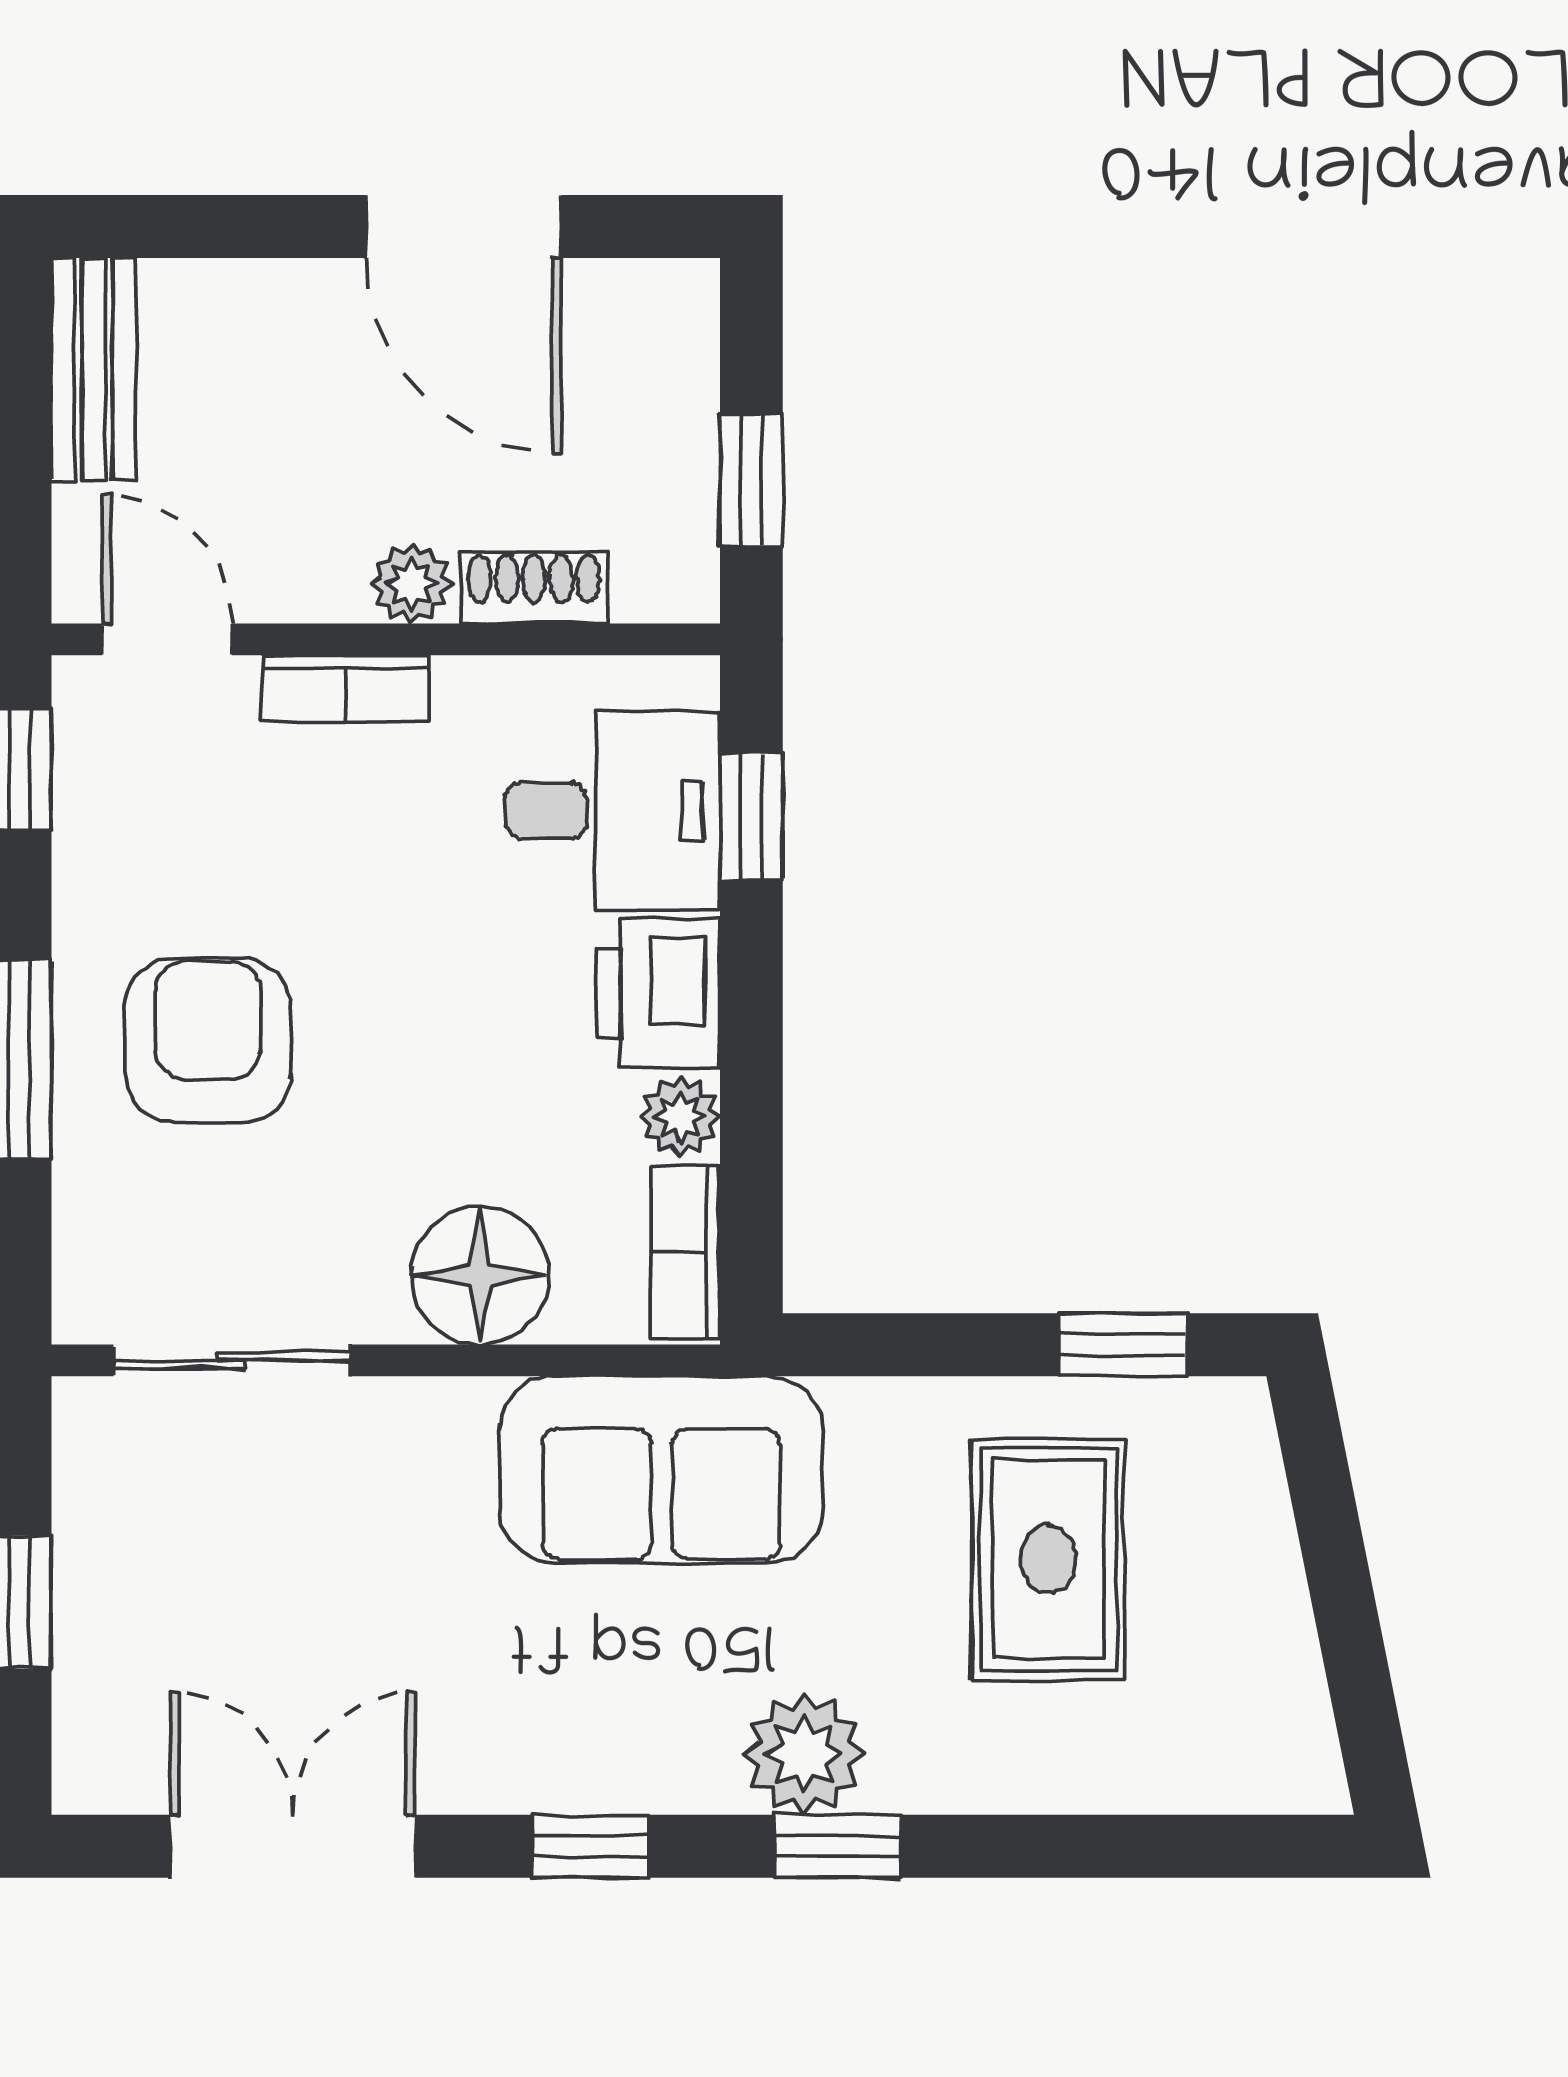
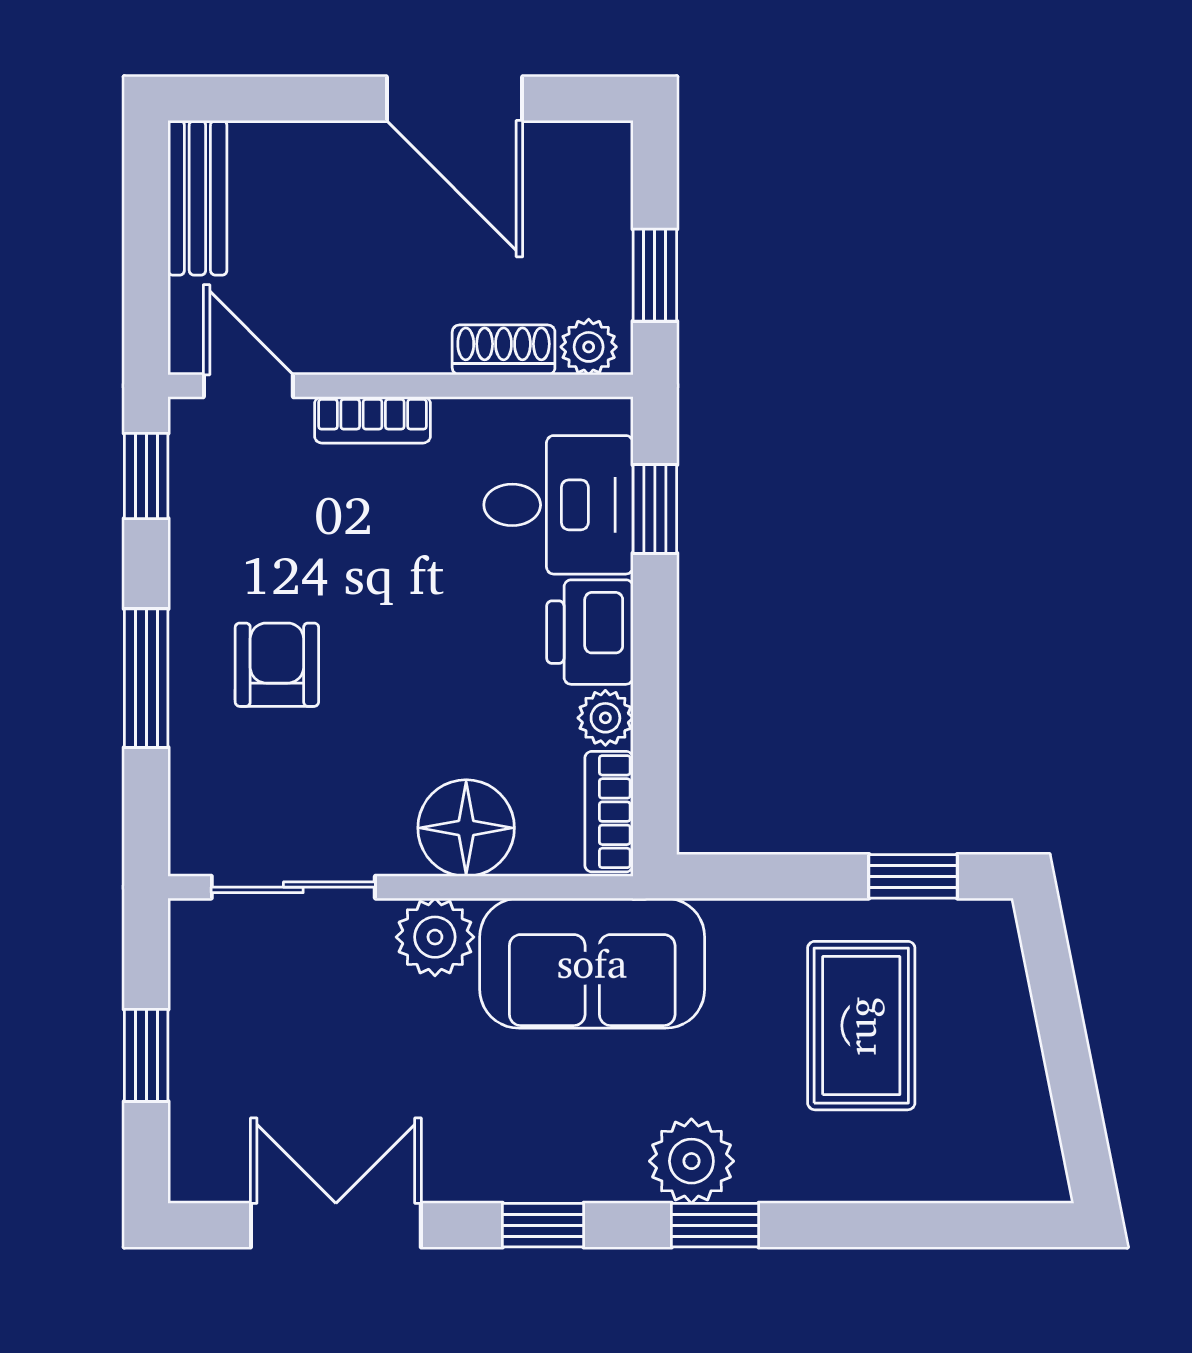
plant: (411, 584) -> (589, 347), moved
armchair: (208, 1040) -> (277, 665), width x0.72, depth x0.72
plant: (435, 1432) -> (435, 937), added

